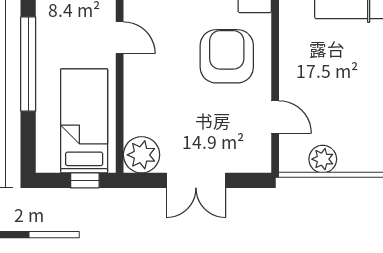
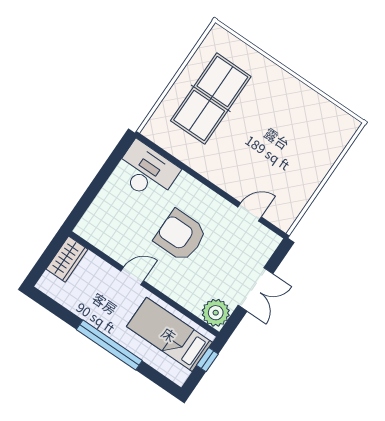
armchair: (227, 56) -> (180, 236), moved
plant: (323, 159) -> (297, 200), removed

